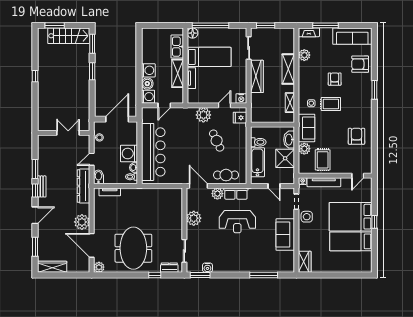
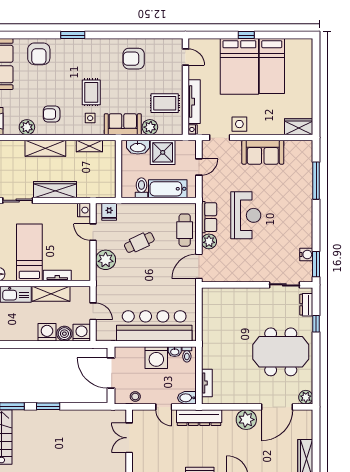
armchair: (335, 79) -> (52, 114), moved
plant: (194, 218) -> (241, 273), removed

